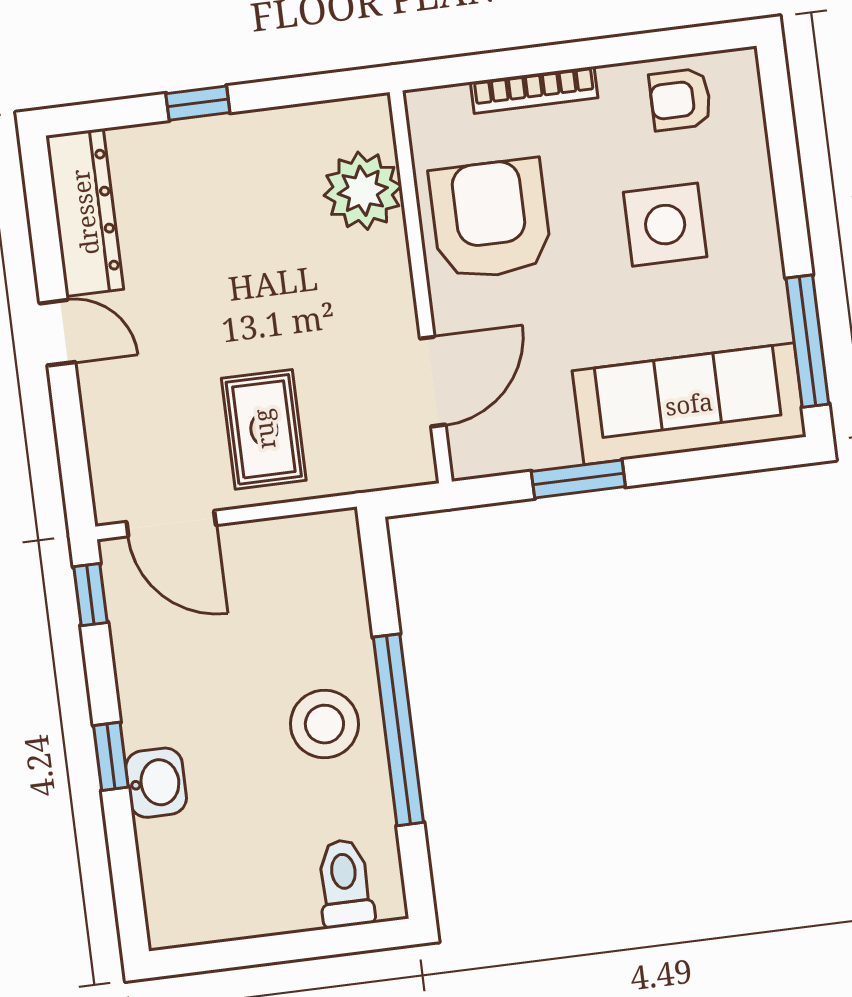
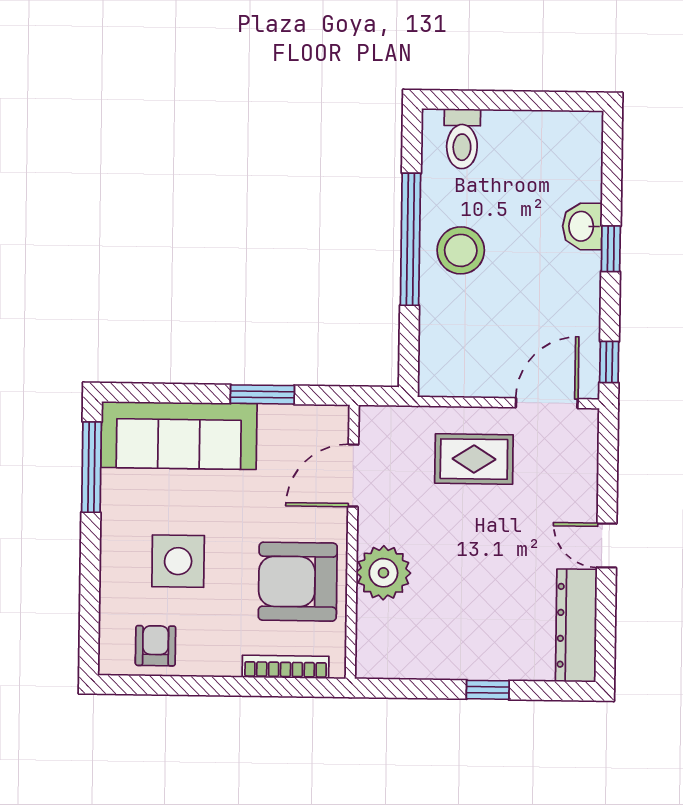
bookcase: (534, 90) -> (286, 667), moved
armchair: (680, 99) -> (156, 646), turned -90
plant: (363, 191) -> (383, 573), moved
armchair: (490, 219) -> (298, 582), turned 90
rug: (264, 429) -> (474, 459), turned 90
door: (171, 524) -> (547, 403), hinge flipped

